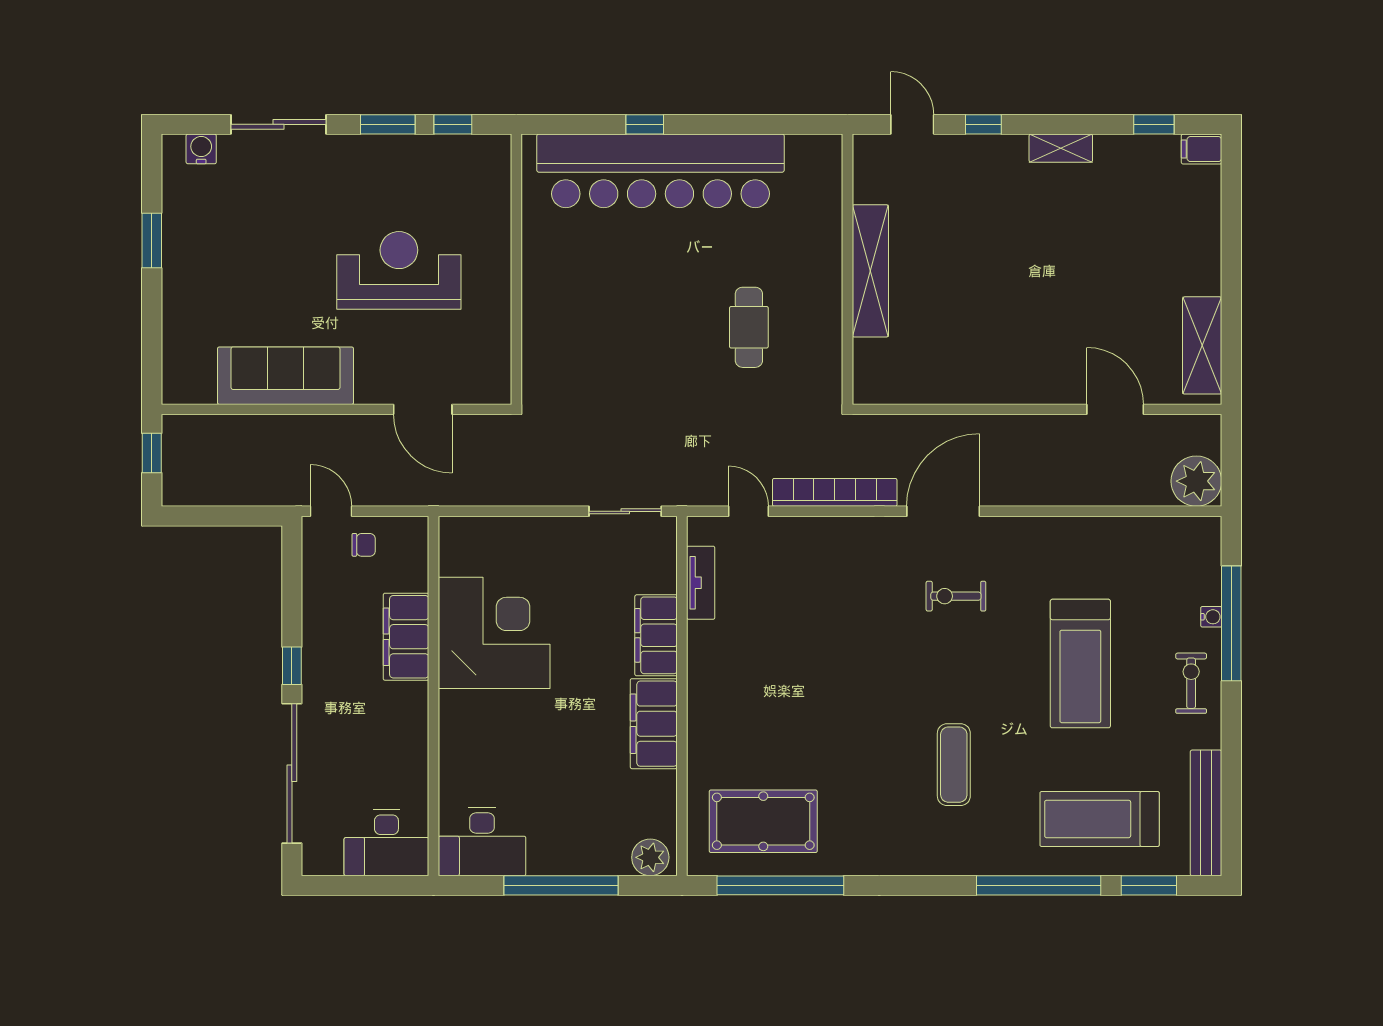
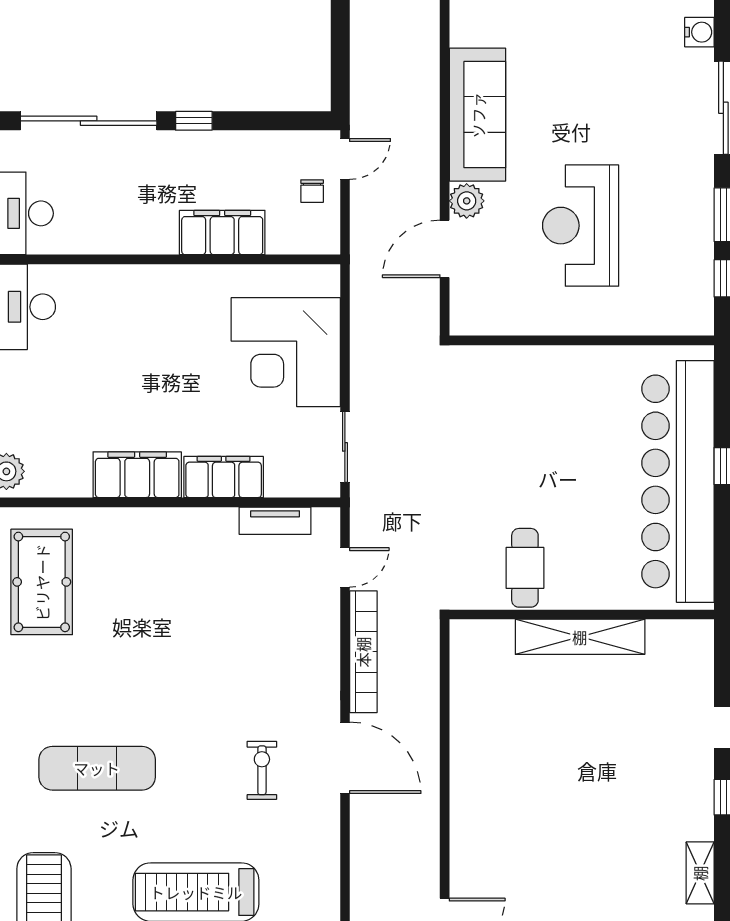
wall: (847, 269) -> (582, 614), moved
reception desk: (399, 270) -> (581, 226), turned 180
shelving: (870, 271) -> (580, 637), moved
cafe table: (749, 327) -> (525, 568), turned 90
plant: (374, 387) -> (467, 201), added
corner desk: (494, 633) -> (286, 352), moved, turned 90
exercise mat: (954, 765) -> (97, 768), width x1.36, depth x1.45

